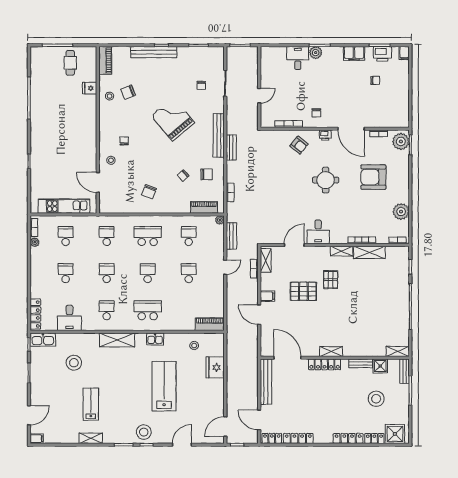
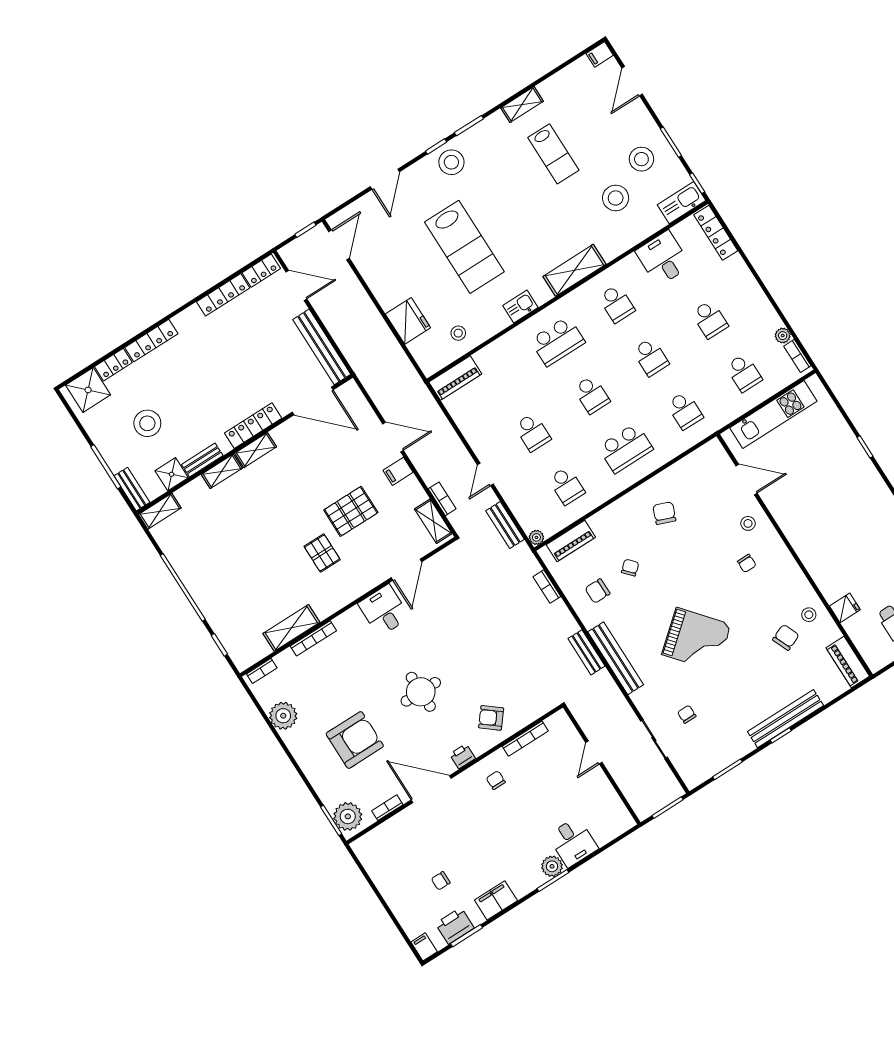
shelving: (342, 251) -> (222, 471), moved
stool: (49, 374) -> (641, 159), added

